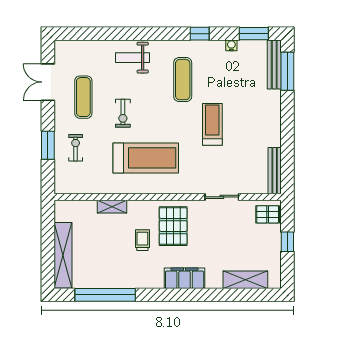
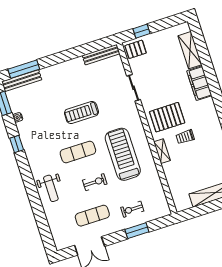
exercise mat: (183, 80) -> (78, 152), moved
shelving: (112, 207) -> (162, 151), moved
pallet: (268, 214) -> (136, 49), turned 90
window: (287, 242) -> (141, 31), moved
filing cabinet: (185, 278) -> (199, 83), moved

